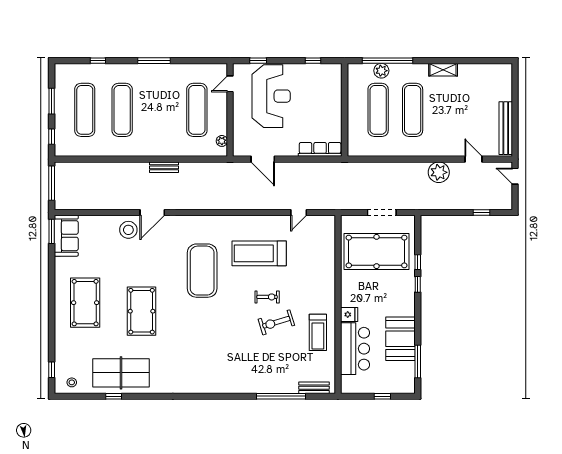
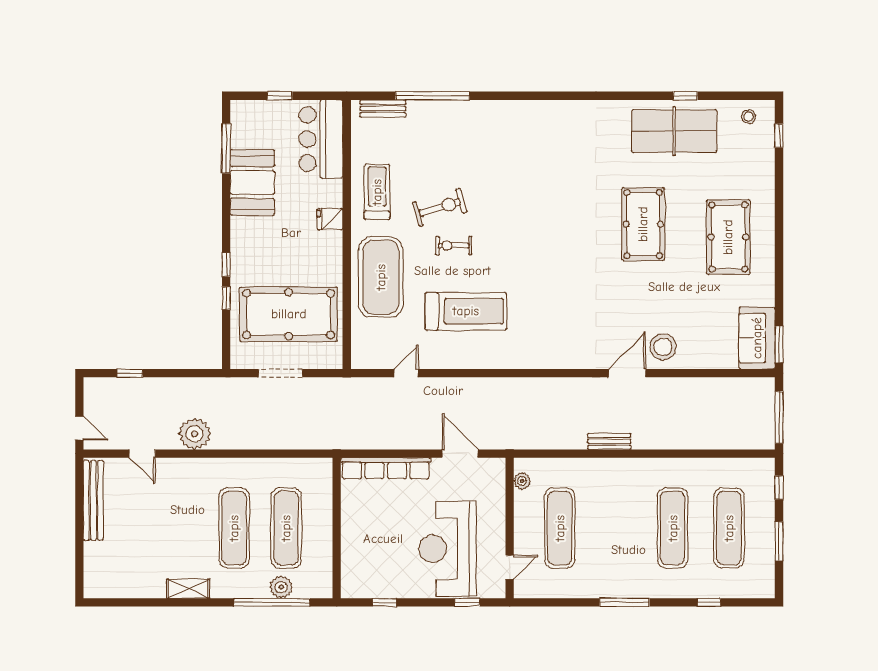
row of seats: (320, 149) -> (386, 468), width x1.36
exercise mat: (202, 271) -> (381, 277), moved
bar counter: (355, 349) -> (321, 139), moved

